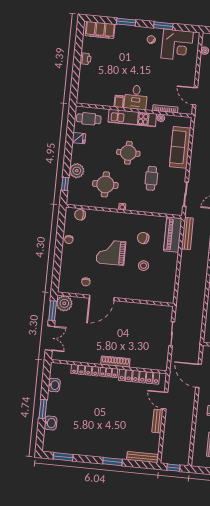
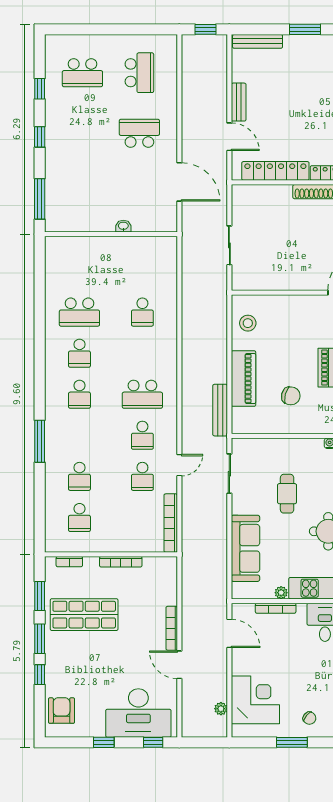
corner desk: (177, 45) -> (255, 700), moved, turned 90
piano: (173, 235) -> (243, 379), moved
stool: (144, 266) -> (248, 323), moved

